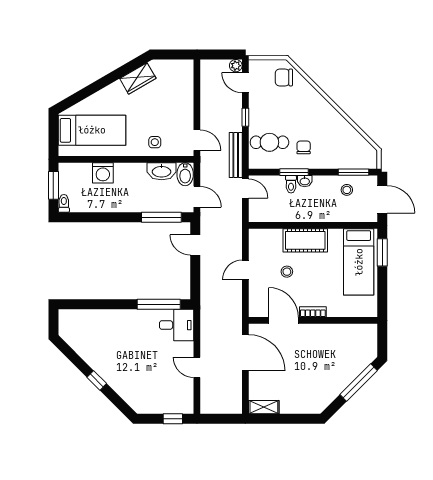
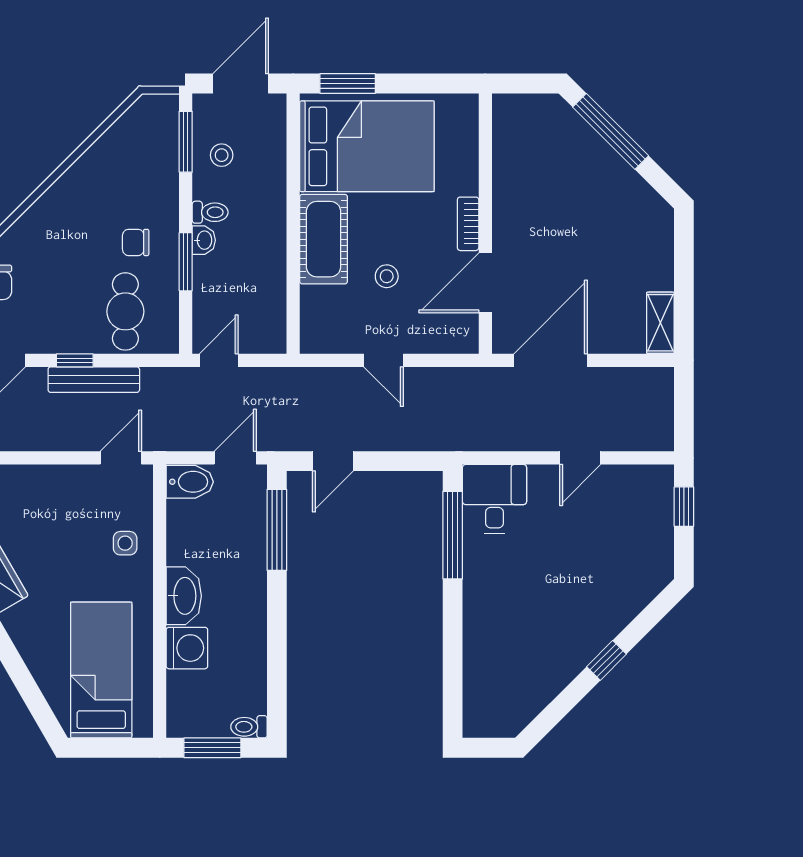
bench: (236, 155) -> (94, 380), moved
washbasin: (162, 171) -> (184, 596), moved
toilet: (291, 184) -> (210, 212), moved
bed: (359, 262) -> (367, 146), width x1.50

